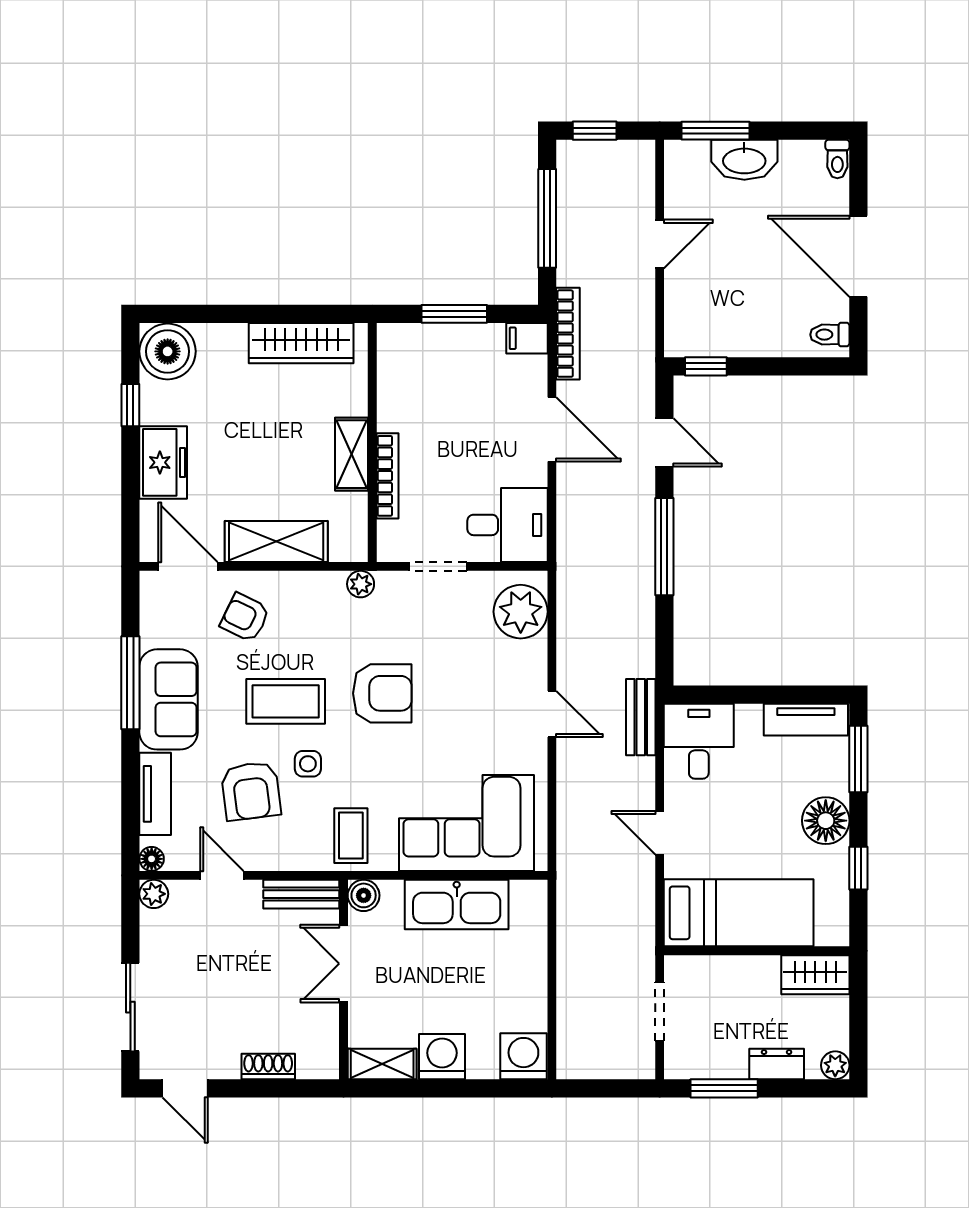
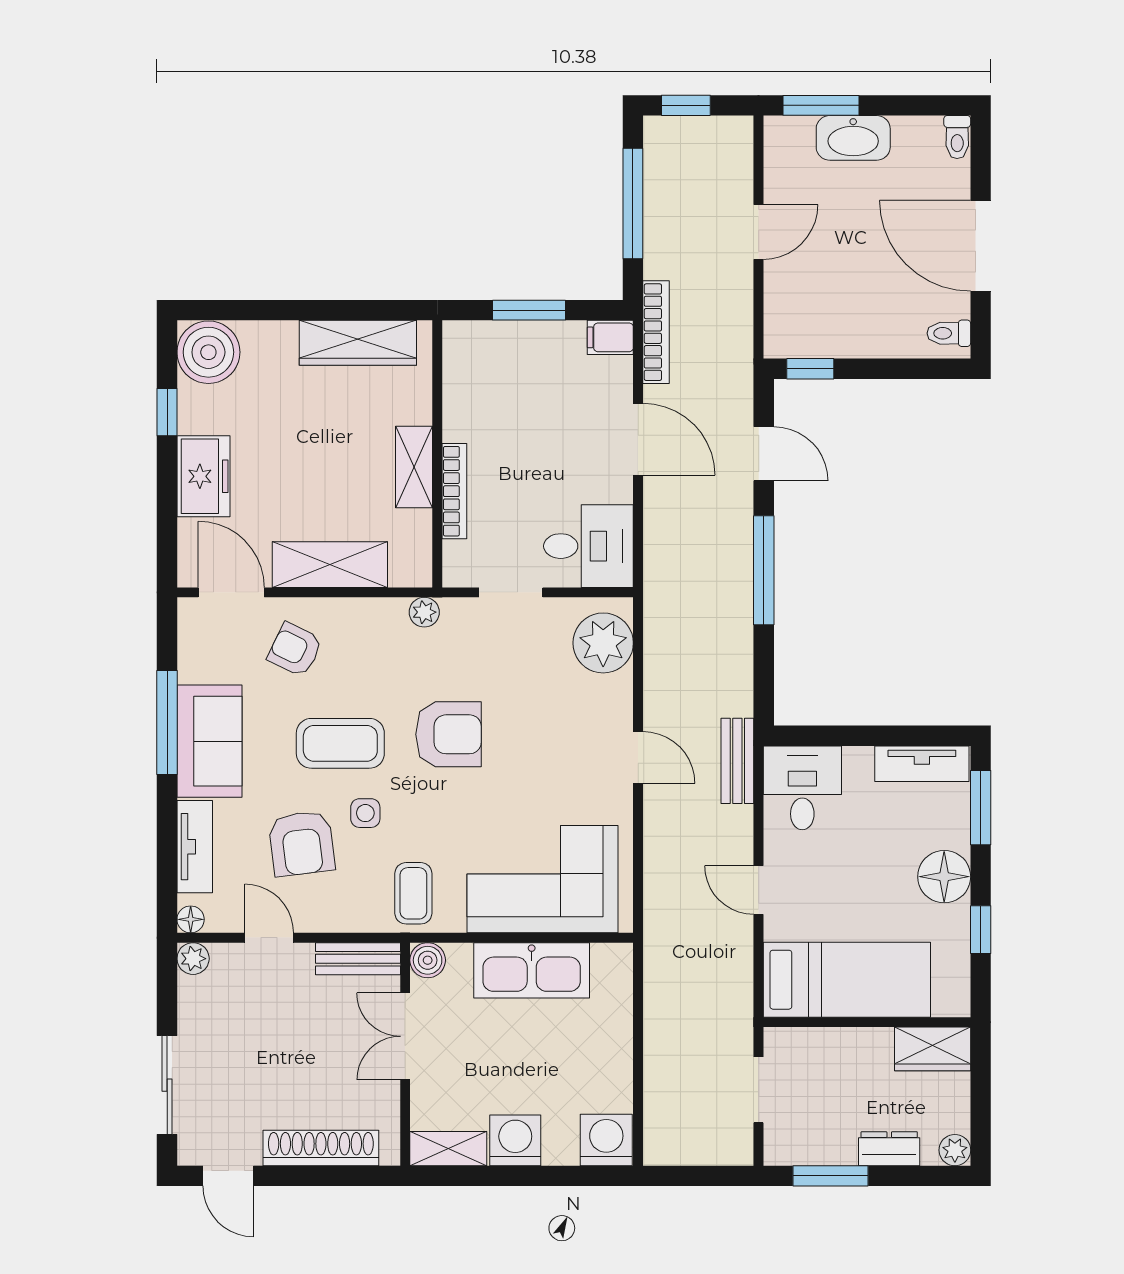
shoe rack: (268, 1066) -> (321, 1148), width x1.94, depth x1.24

